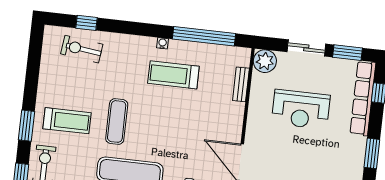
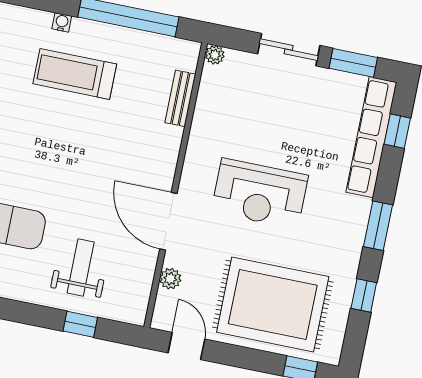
plant: (265, 61) -> (215, 55), width x0.53, depth x0.53
reception desk: (301, 109) -> (260, 194), moved

